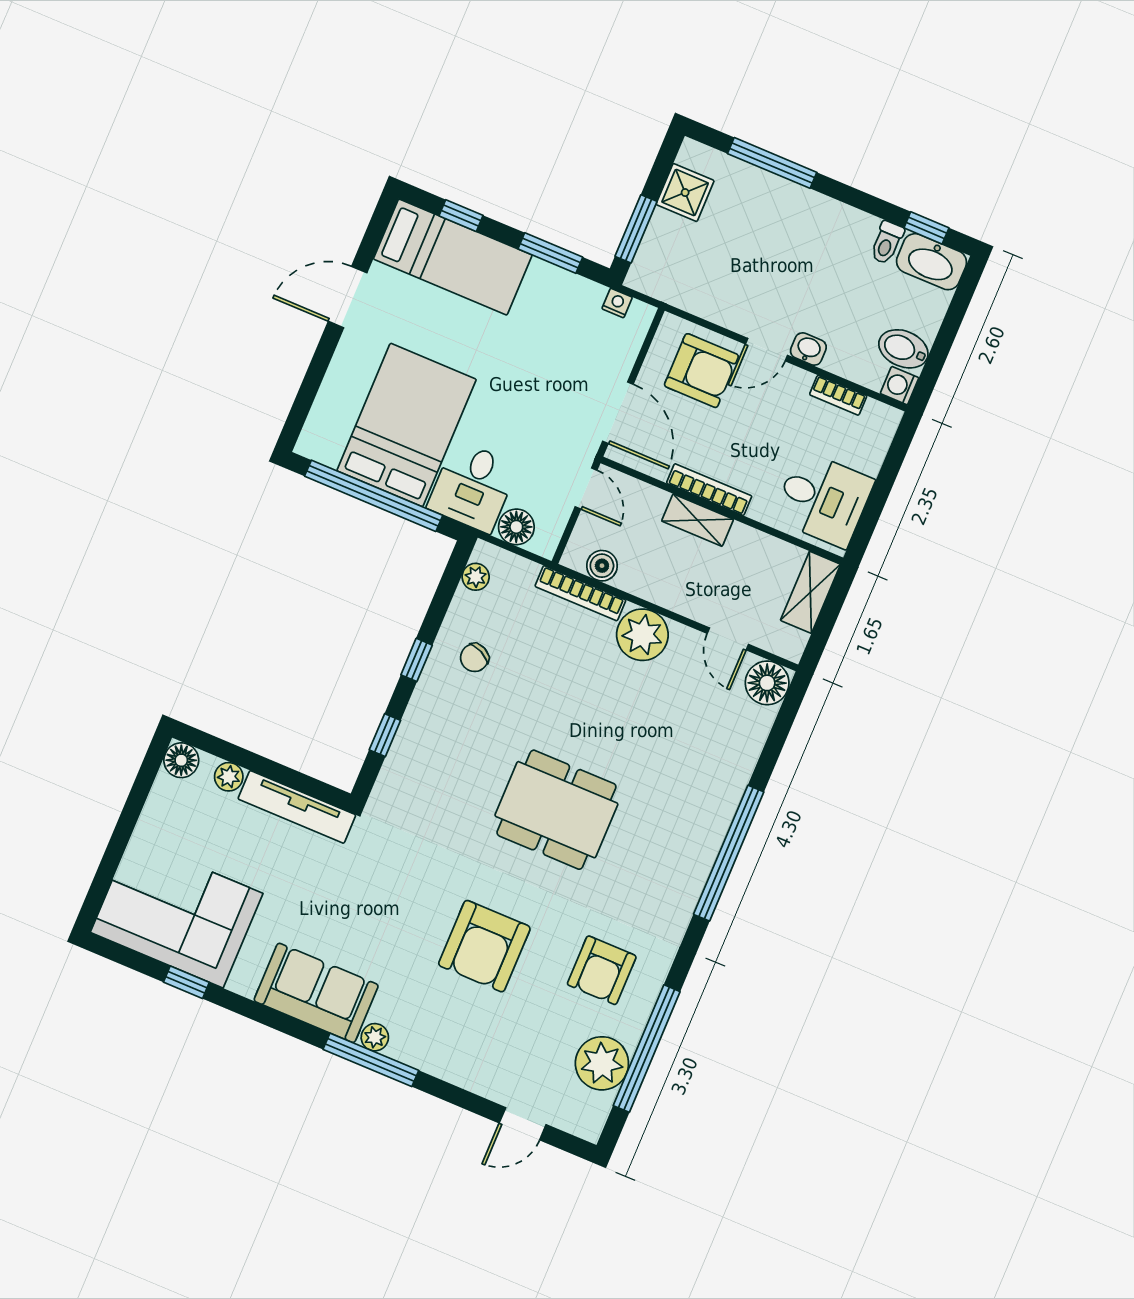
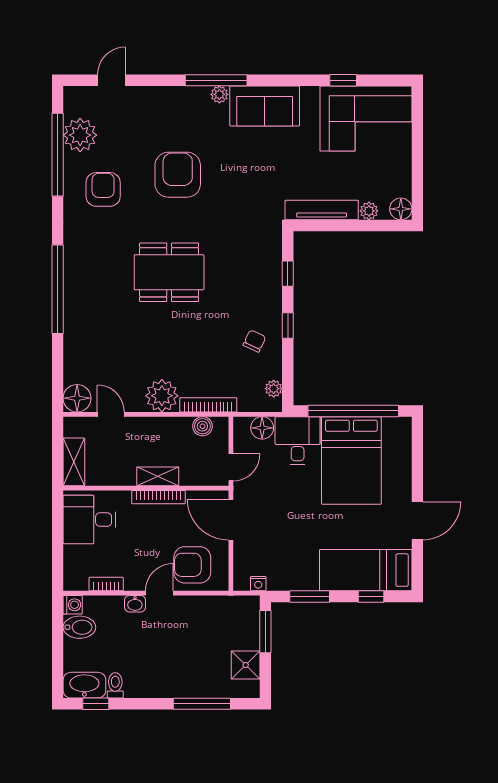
door: (586, 489) -> (231, 467), swing flipped

